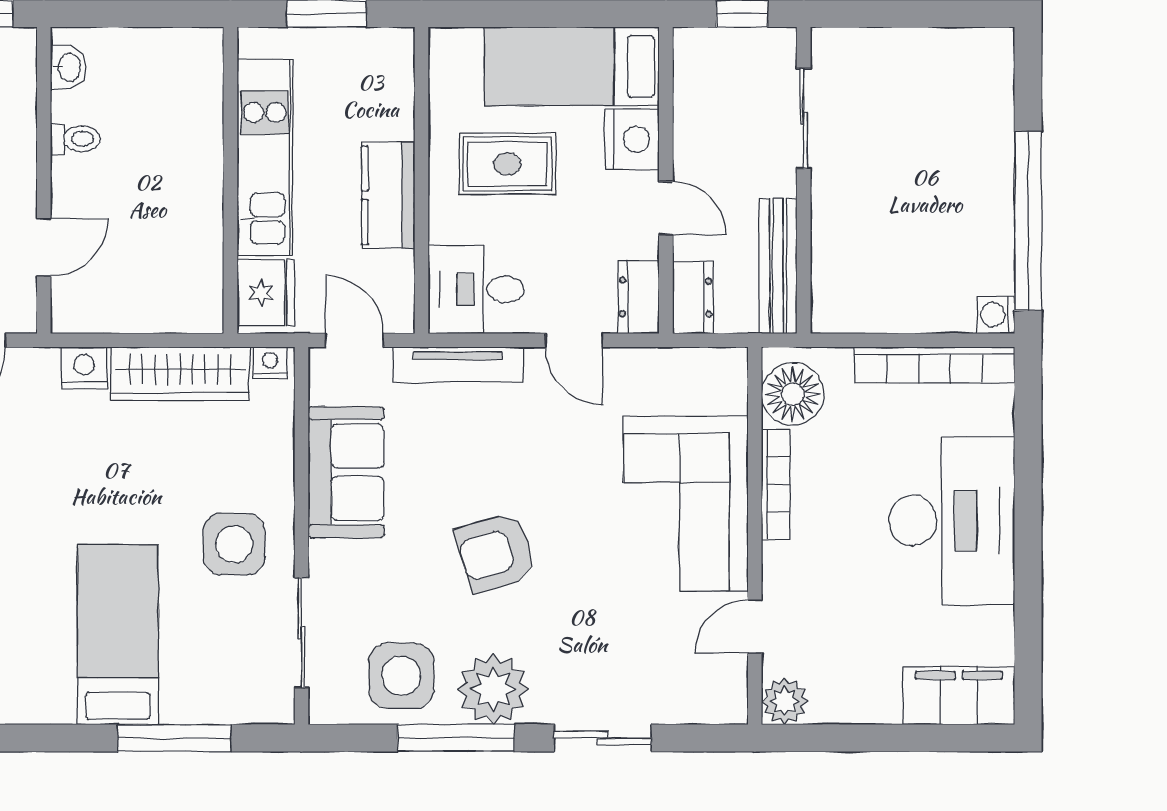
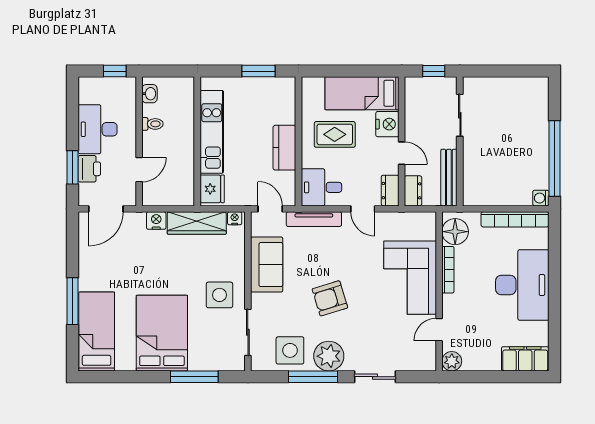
kitchen unit: (265, 158) -> (212, 132), moved
wall: (230, 180) -> (197, 141), moved
fridge: (266, 293) -> (212, 189), moved
bed: (118, 635) -> (162, 333), width x1.50

